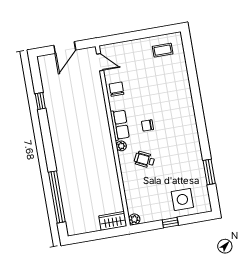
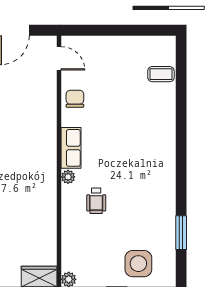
coffee table: (163, 50) -> (161, 74), moved
chair: (148, 125) -> (108, 155), removed
wheelchair: (144, 160) -> (96, 201), turned -116

